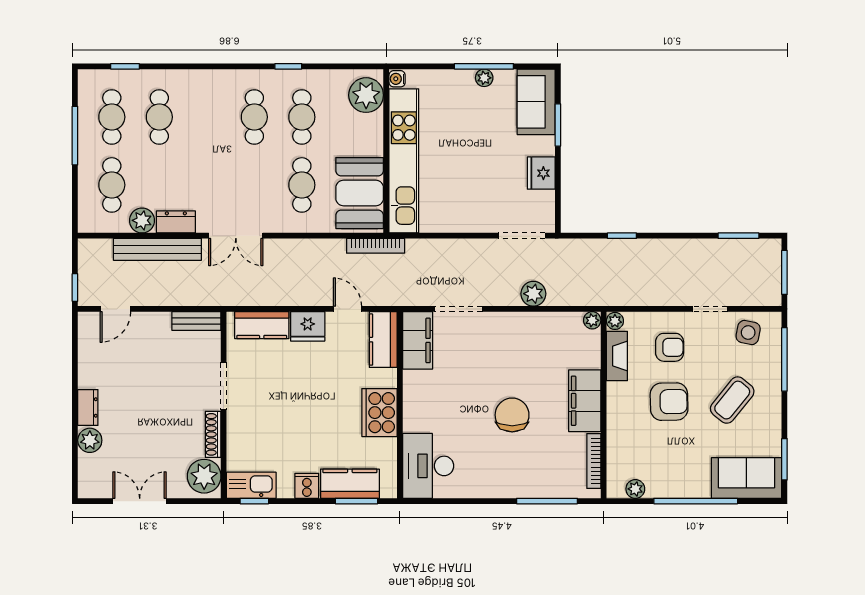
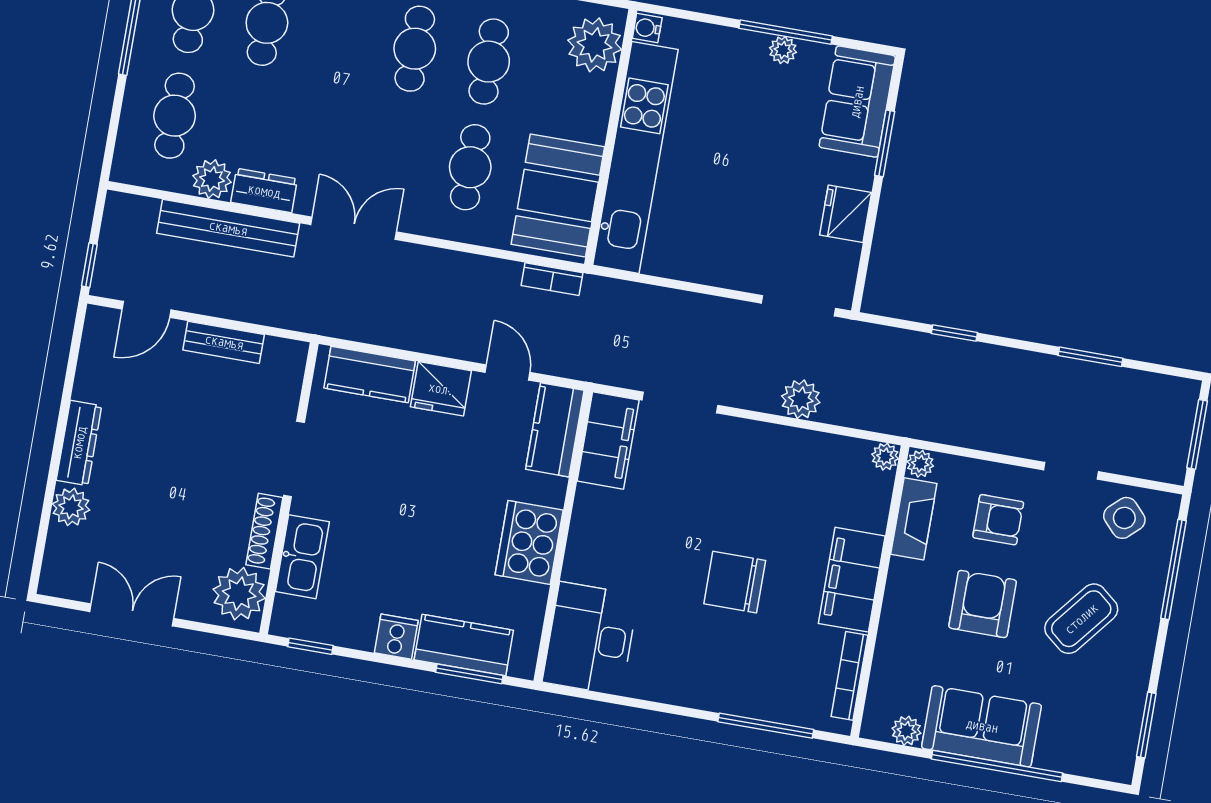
double door: (236, 236) -> (354, 228), swing flipped
window: (739, 236) -> (1090, 357), moved
bookcase: (376, 246) -> (552, 279), width x0.64
bench: (196, 321) -> (224, 342), moved
side table: (748, 332) -> (1124, 518), turned 36
armchair: (669, 402) -> (983, 604), turned -89
dresser: (88, 407) -> (79, 443), width x1.44
chair: (512, 415) -> (735, 582), turned -90
sofa: (746, 478) -> (982, 726), moved
kitchen sink: (251, 485) -> (302, 557), moved, turned 90

